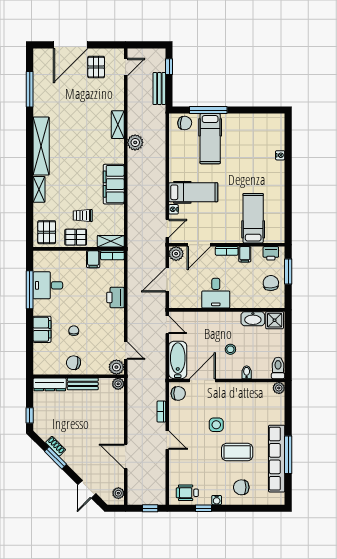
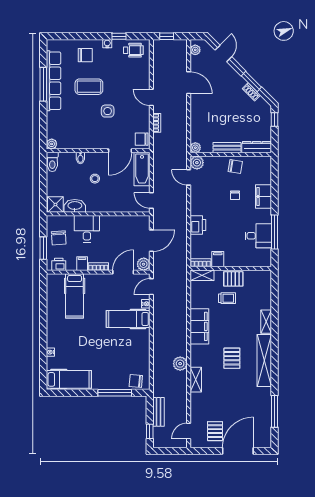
hospital bed: (210, 139) -> (69, 379), moved, turned 90
pallet: (47, 232) -> (232, 358), moved
desk: (216, 293) -> (87, 229), moved

